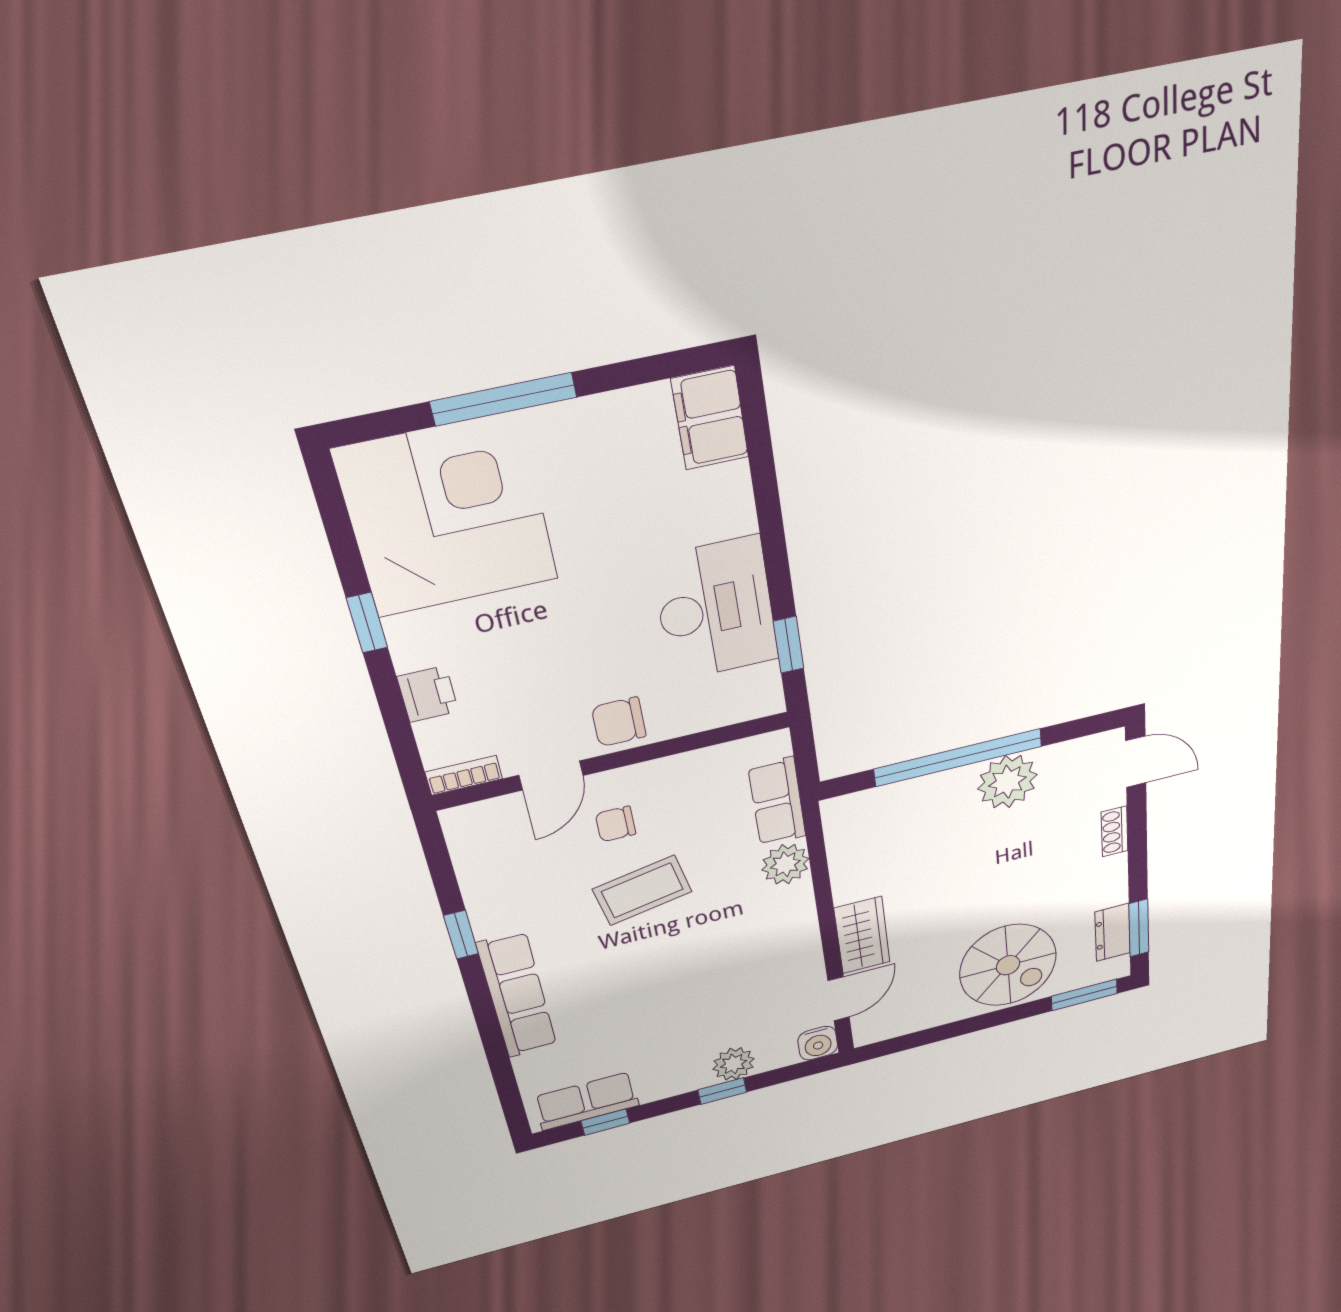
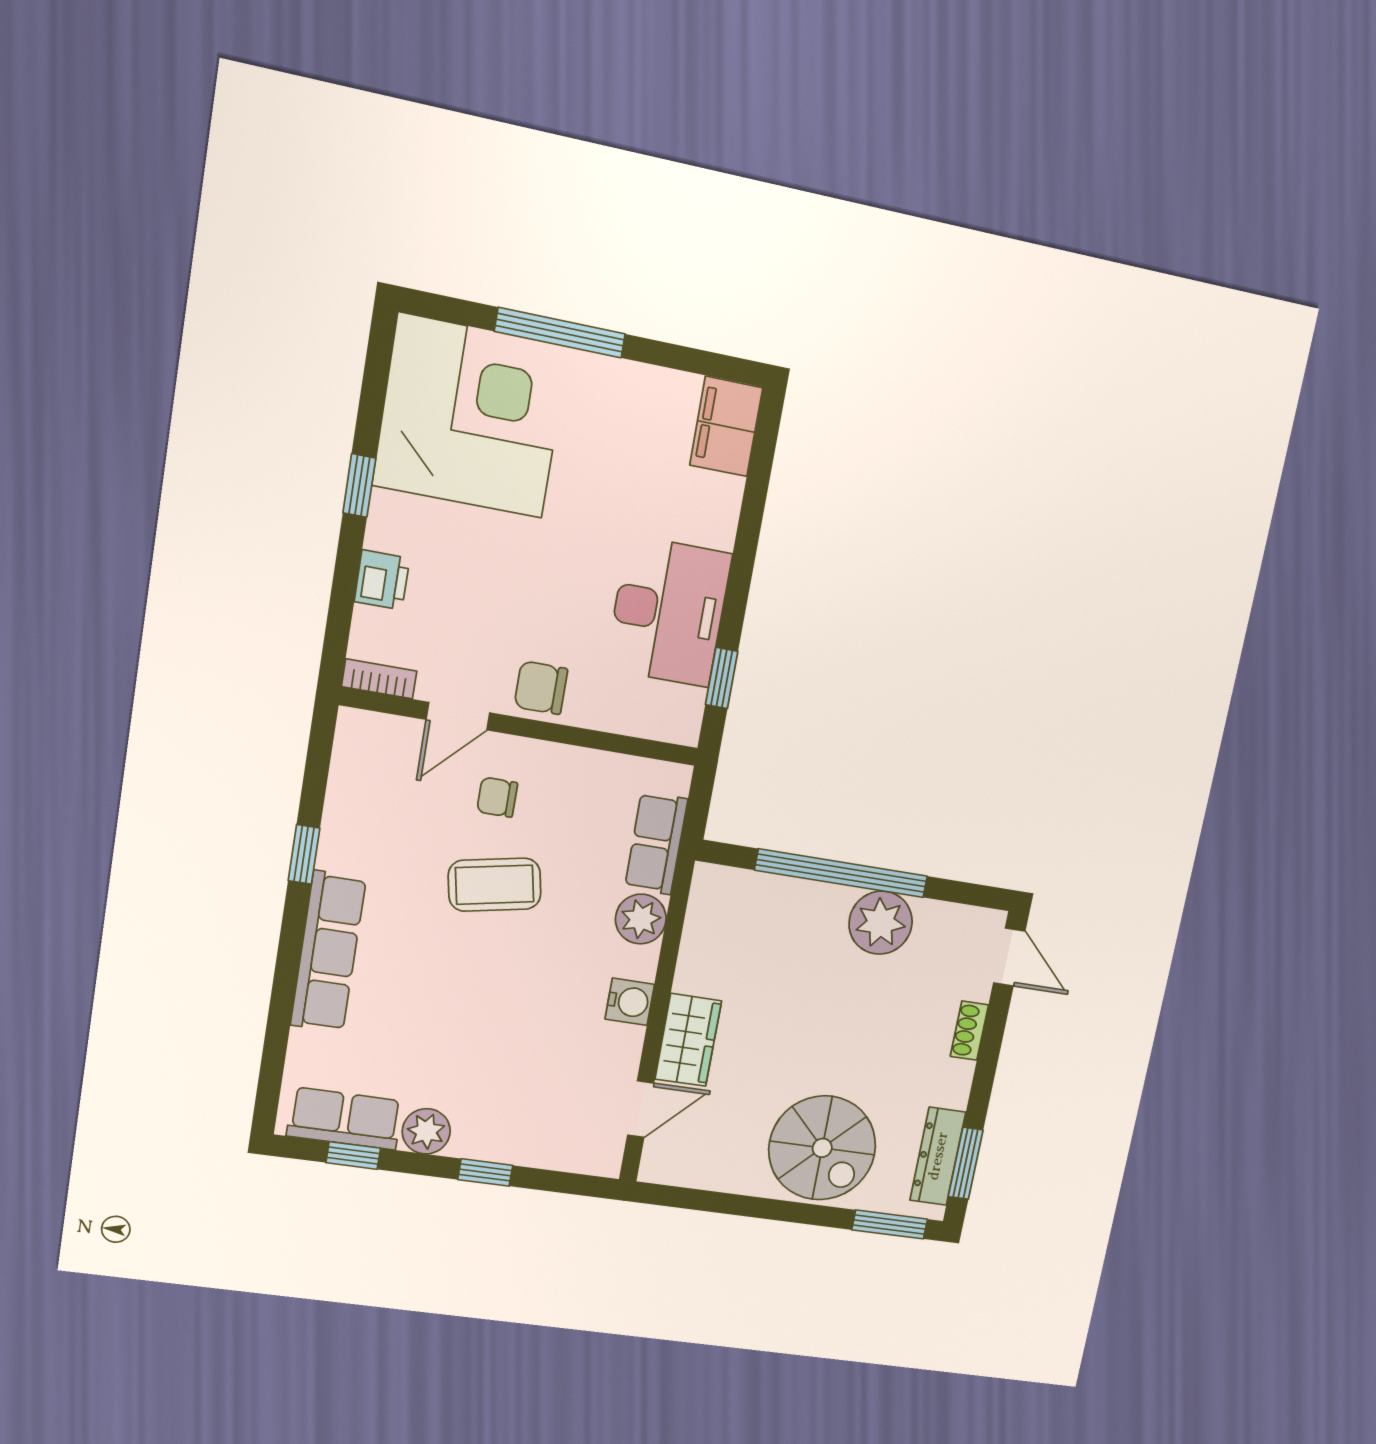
dresser: (1113, 932) -> (938, 1156), width x1.44
water cooler: (818, 1043) -> (630, 1002), moved, turned -90
plant: (733, 1064) -> (426, 1131), moved

